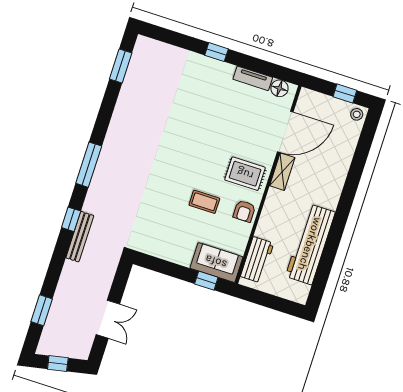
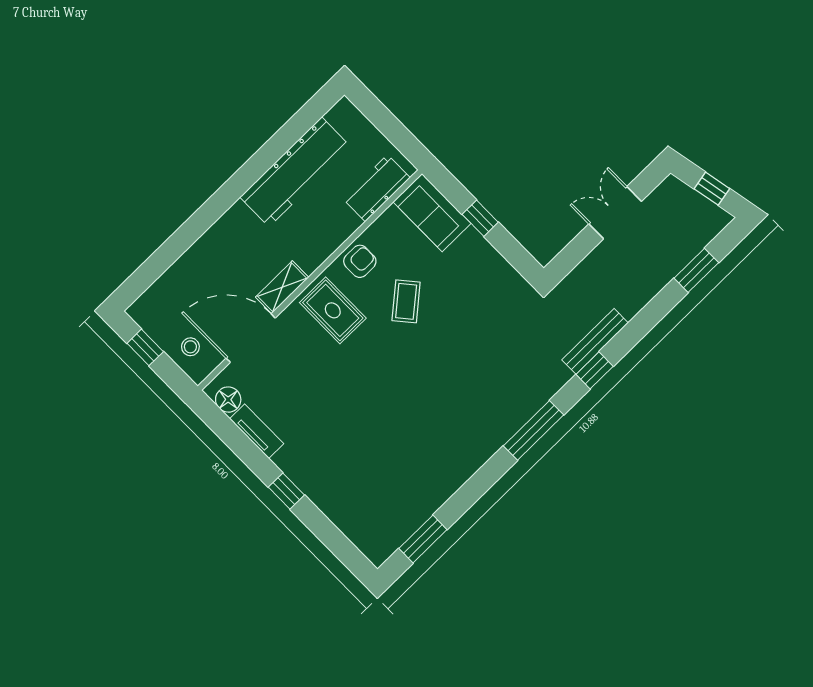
stool: (357, 114) -> (190, 347), moved
coffee table: (204, 202) -> (406, 301), turned 50
window: (206, 281) -> (480, 218), moved

